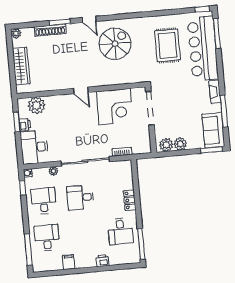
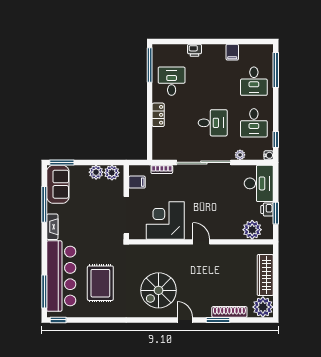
plant: (16, 33) -> (263, 307), width x1.87, depth x1.87
filing cabinet: (143, 138) -> (137, 182), added

